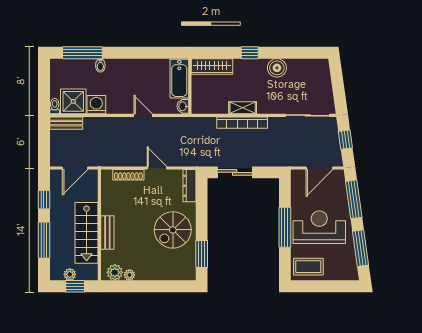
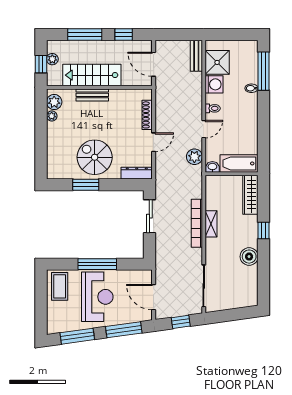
toilet: (55, 106) -> (213, 108), moved
plant: (172, 125) -> (194, 157), added
window: (202, 254) -> (86, 185), moved

